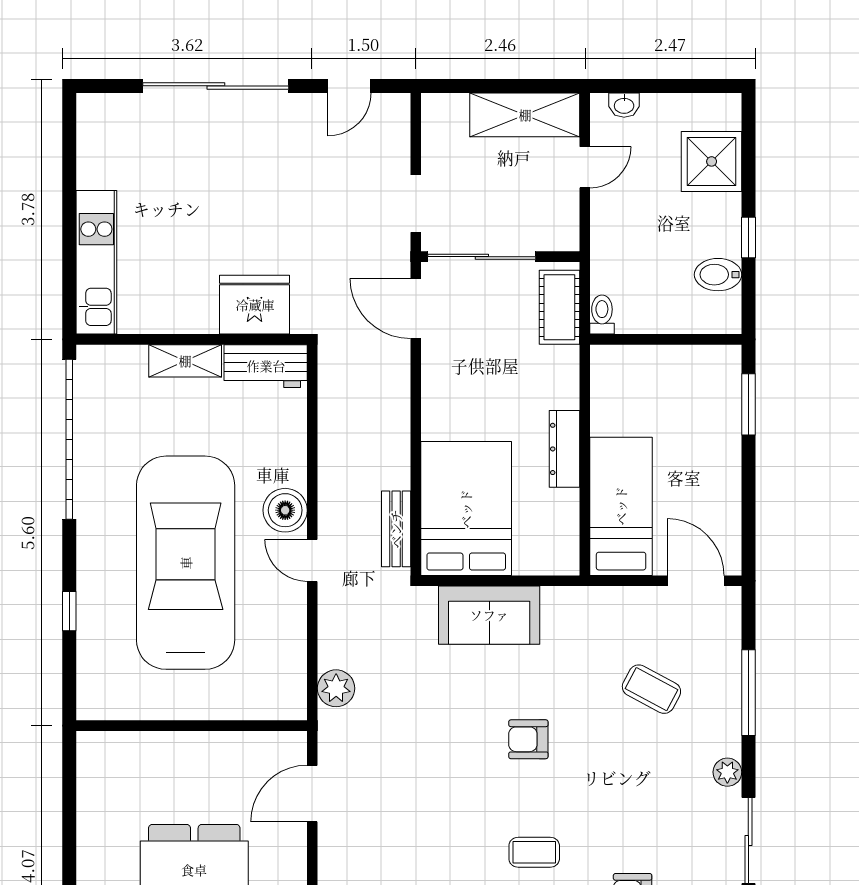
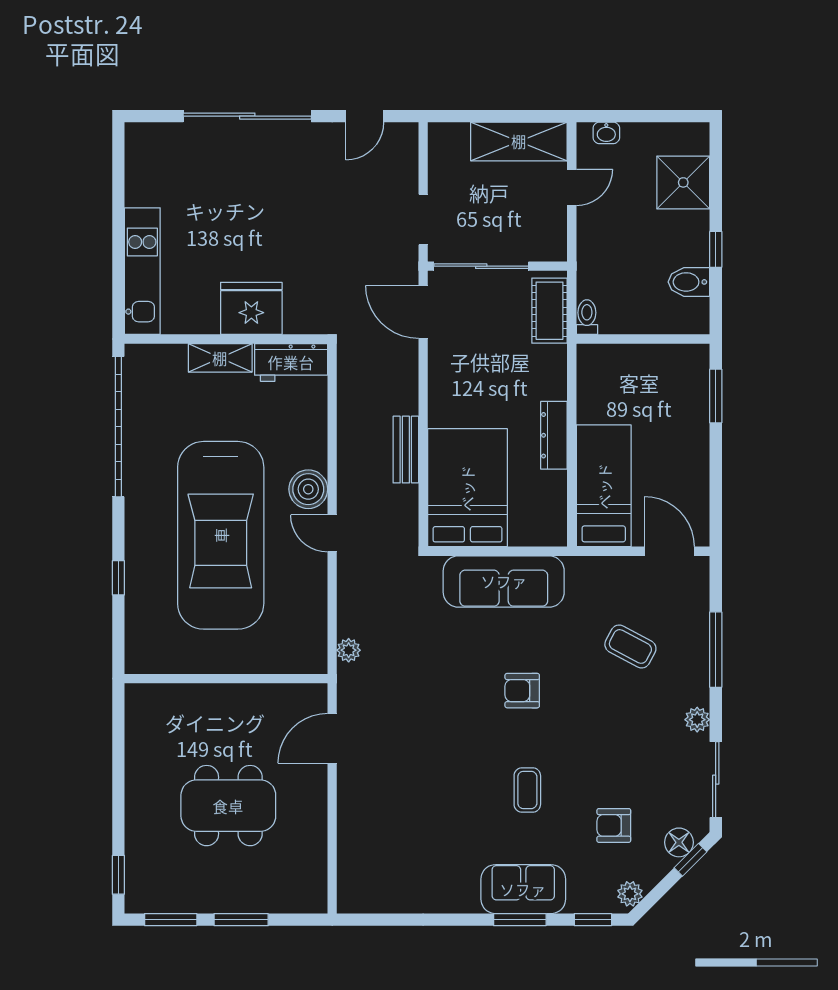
fridge: (255, 305) -> (251, 308), moved
bench: (396, 529) -> (406, 450), moved
car: (186, 563) -> (221, 535), turned 180
sofa: (489, 615) -> (504, 581), width x1.36
plant: (336, 688) -> (349, 650), width x0.73, depth x0.73
coffee table: (534, 852) -> (527, 790), turned 90

